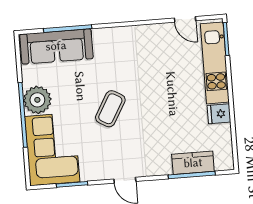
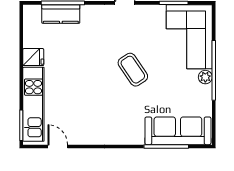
plant: (37, 100) -> (205, 77), width x0.53, depth x0.53
coffee table: (110, 109) -> (133, 70), turned -64

